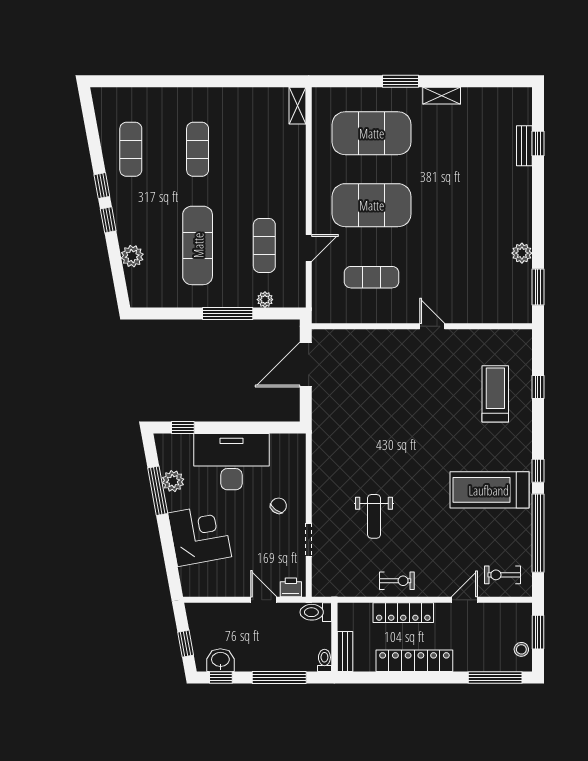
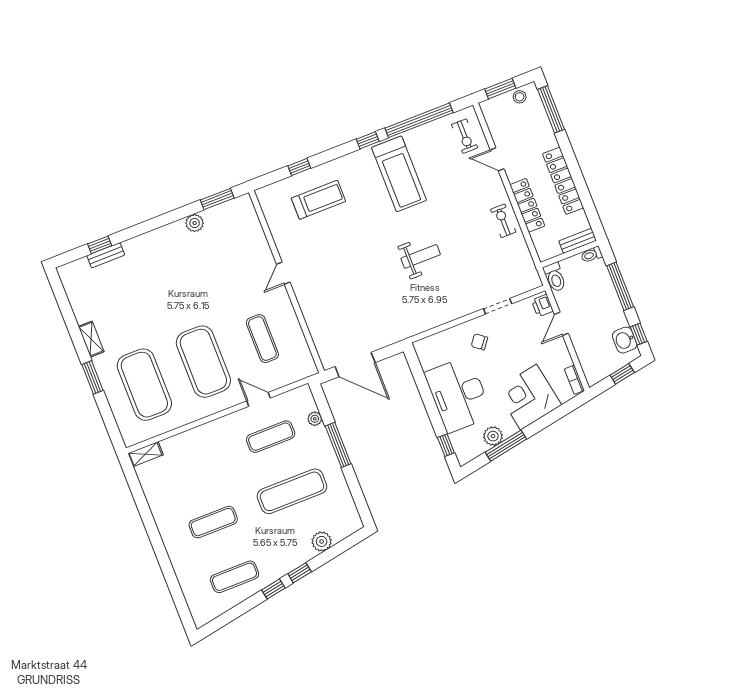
treadmill: (495, 394) -> (318, 200), turned 180
weight bench: (374, 516) -> (421, 256), moved
bookcase: (199, 591) -> (574, 380), added

